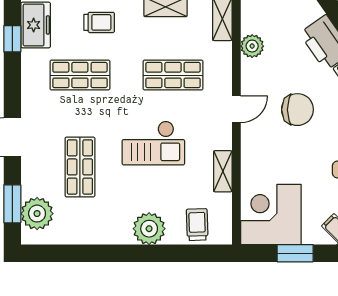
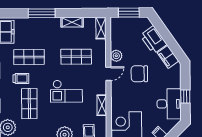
trolley: (99, 22) -> (21, 79), moved
plant: (252, 46) -> (116, 56), moved
chair: (297, 110) -> (139, 74), turned 180

